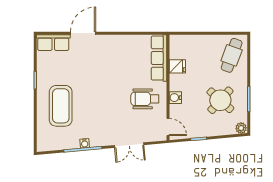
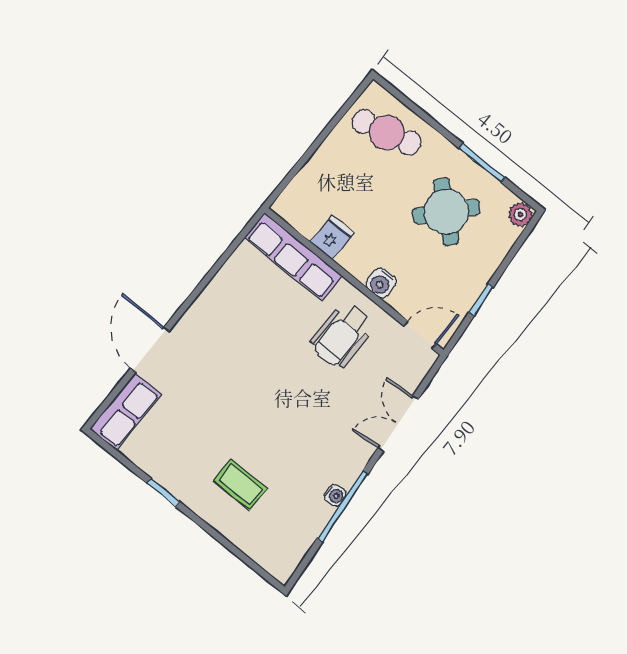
cafe table: (232, 55) -> (387, 132), turned -34
coffee table: (61, 106) -> (241, 485), width x0.54, depth x0.58
double door: (129, 145) -> (398, 424), swing flipped

